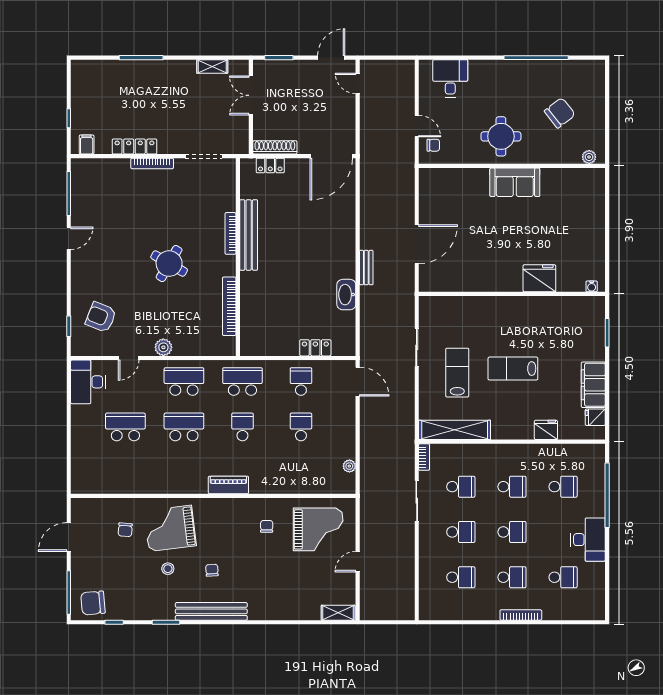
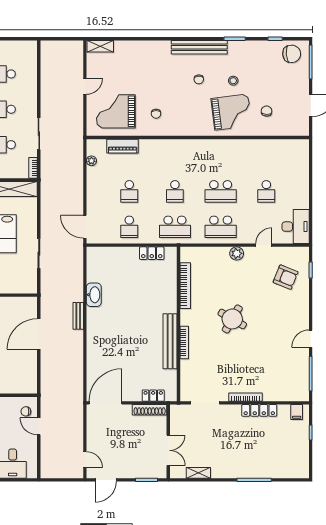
locker: (315, 348) -> (152, 253), moved
school desk: (125, 427) -> (266, 191), width x0.54
piano: (228, 485) -> (123, 146), moved

